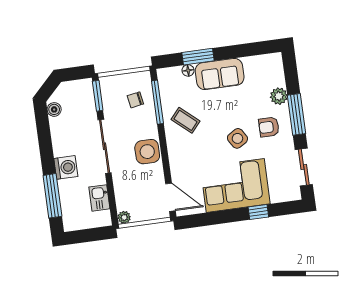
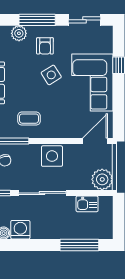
coffee table: (186, 120) -> (29, 119), turned 49
washing machine: (66, 167) -> (20, 230), moved
plant: (124, 217) -> (102, 179), width x1.88, depth x1.88

